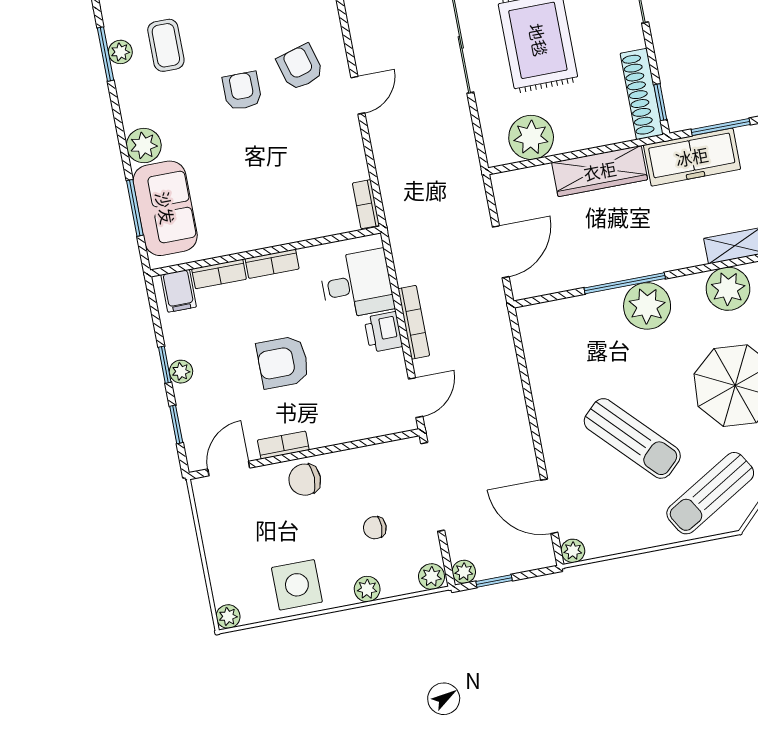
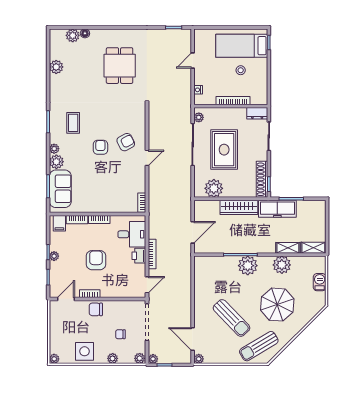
plant: (120, 52) -> (54, 149), moved
armchair: (300, 67) -> (126, 142), turned 78
armchair: (283, 362) -> (96, 260), turned 90

